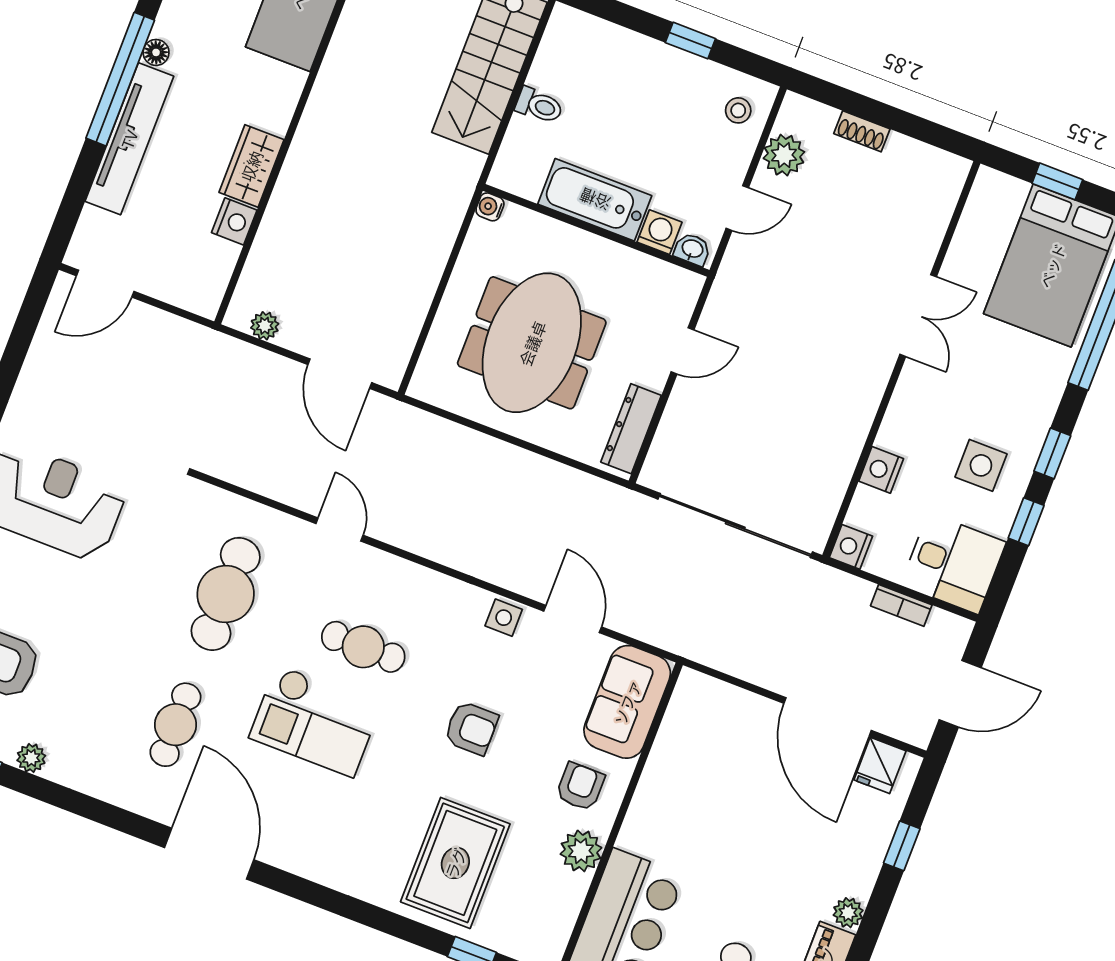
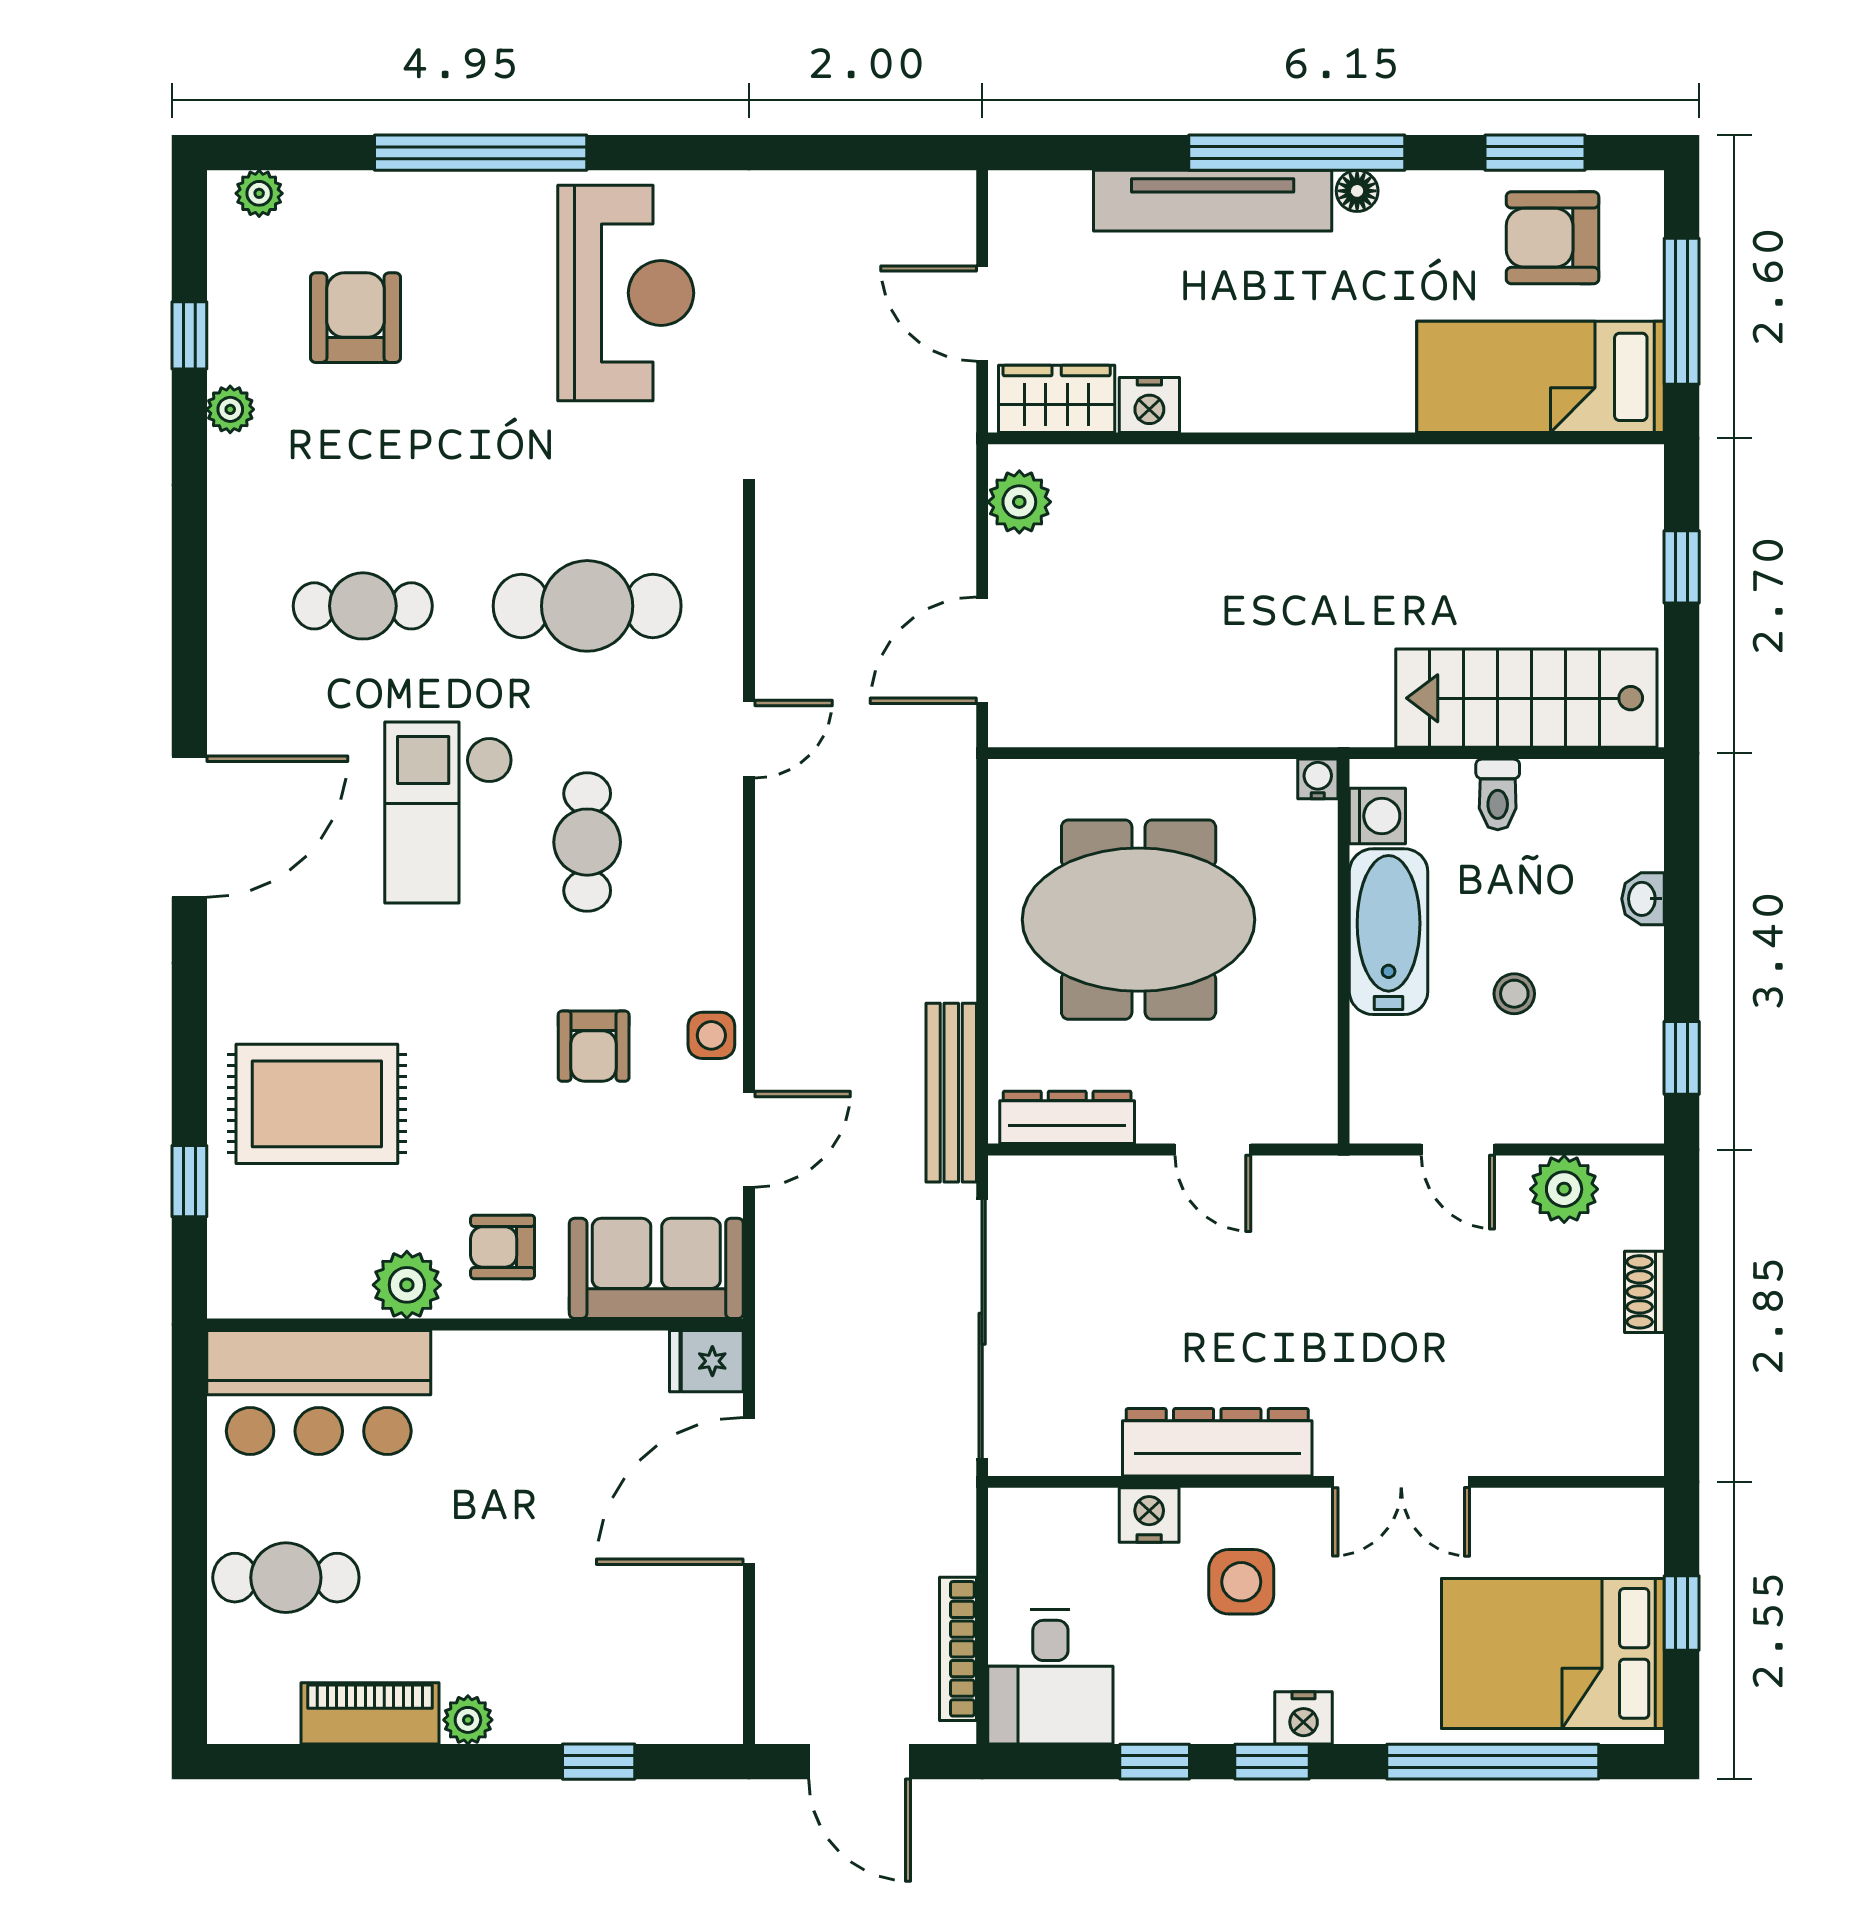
window: (690, 41) -> (1682, 1058), moved
stool: (738, 110) -> (1514, 994), moved
wardrobe: (251, 166) -> (1057, 399), moved
washing machine: (660, 232) -> (1377, 816), moved
washbasin: (692, 249) -> (1643, 899), moved, turned 180
door: (105, 284) -> (982, 314), moved
plant: (265, 326) -> (1019, 502), width x1.38, depth x1.38
dresser: (854, 414) -> (1217, 1442), added
side table: (981, 465) -> (1241, 1582), moved
bench: (591, 491) -> (951, 1093), added
nightstand: (851, 547) -> (1304, 1718), moved, turned 180
bookcase: (901, 605) -> (958, 1649), width x1.56
door: (828, 717) -> (749, 1491), moved
armchair: (471, 728) -> (594, 1046), moved
fridge: (880, 765) -> (706, 1361), moved
armchair: (580, 787) -> (503, 1247), turned 180
door: (209, 854) -> (189, 827), moved

